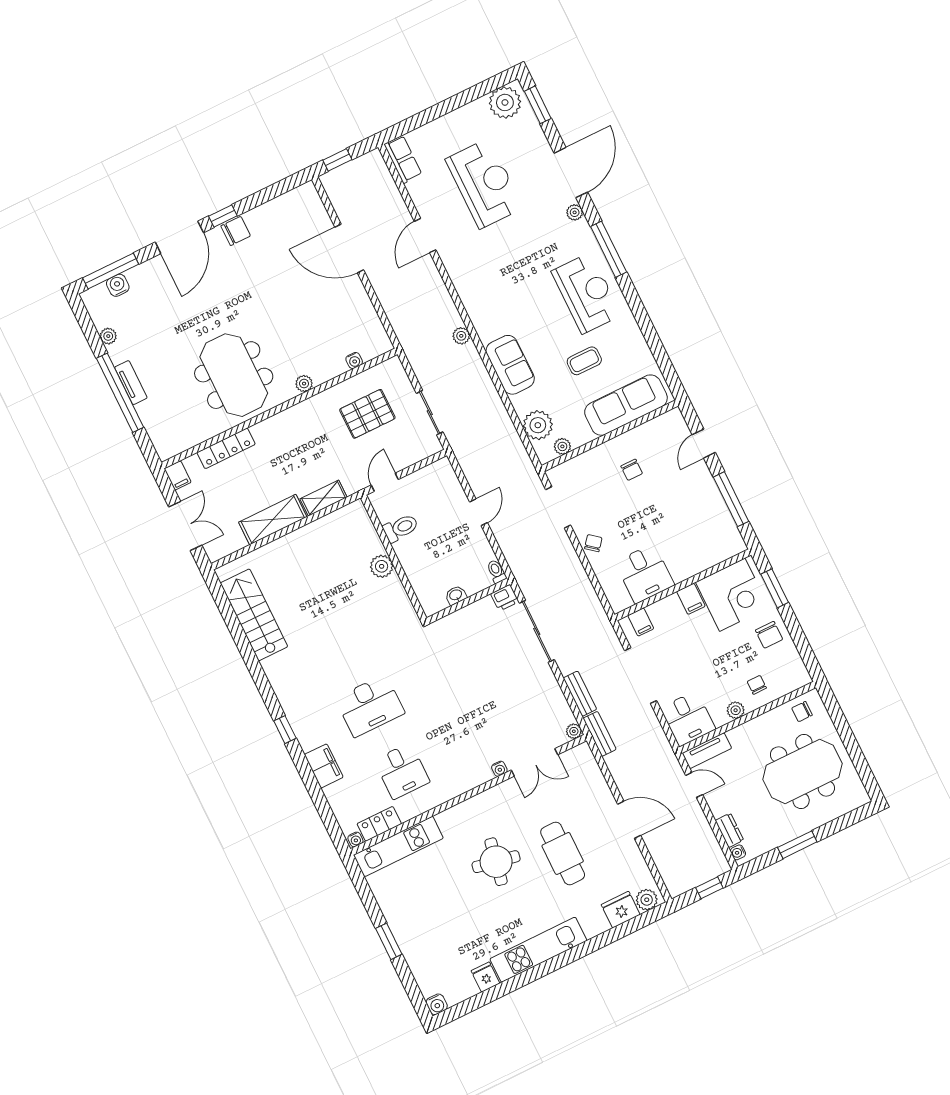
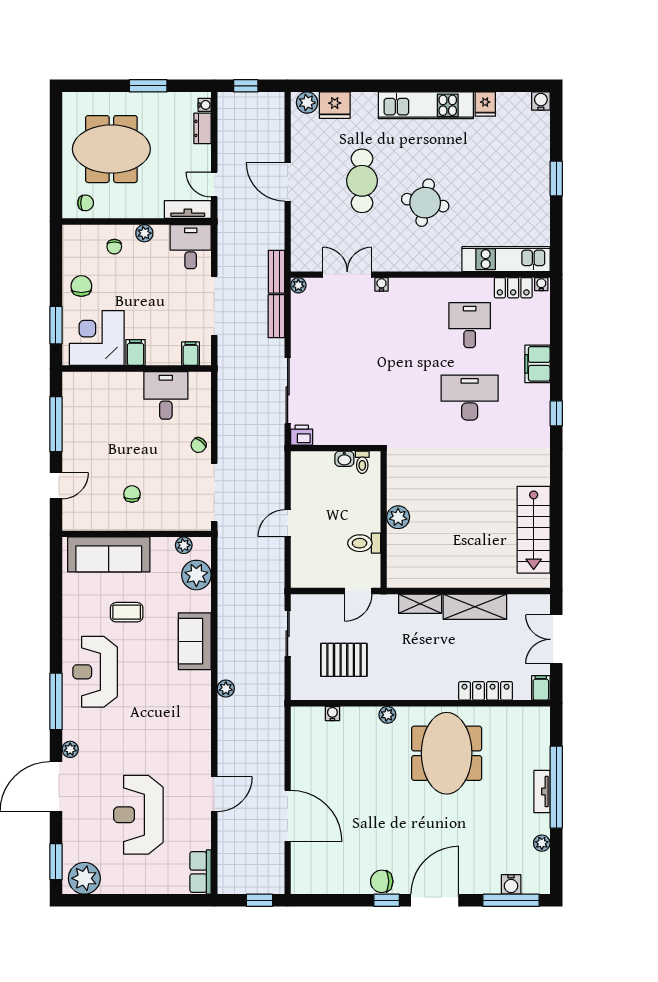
doorway: (558, 507) -> (214, 493), width x1.36
toilet: (496, 571) -> (362, 462), moved

